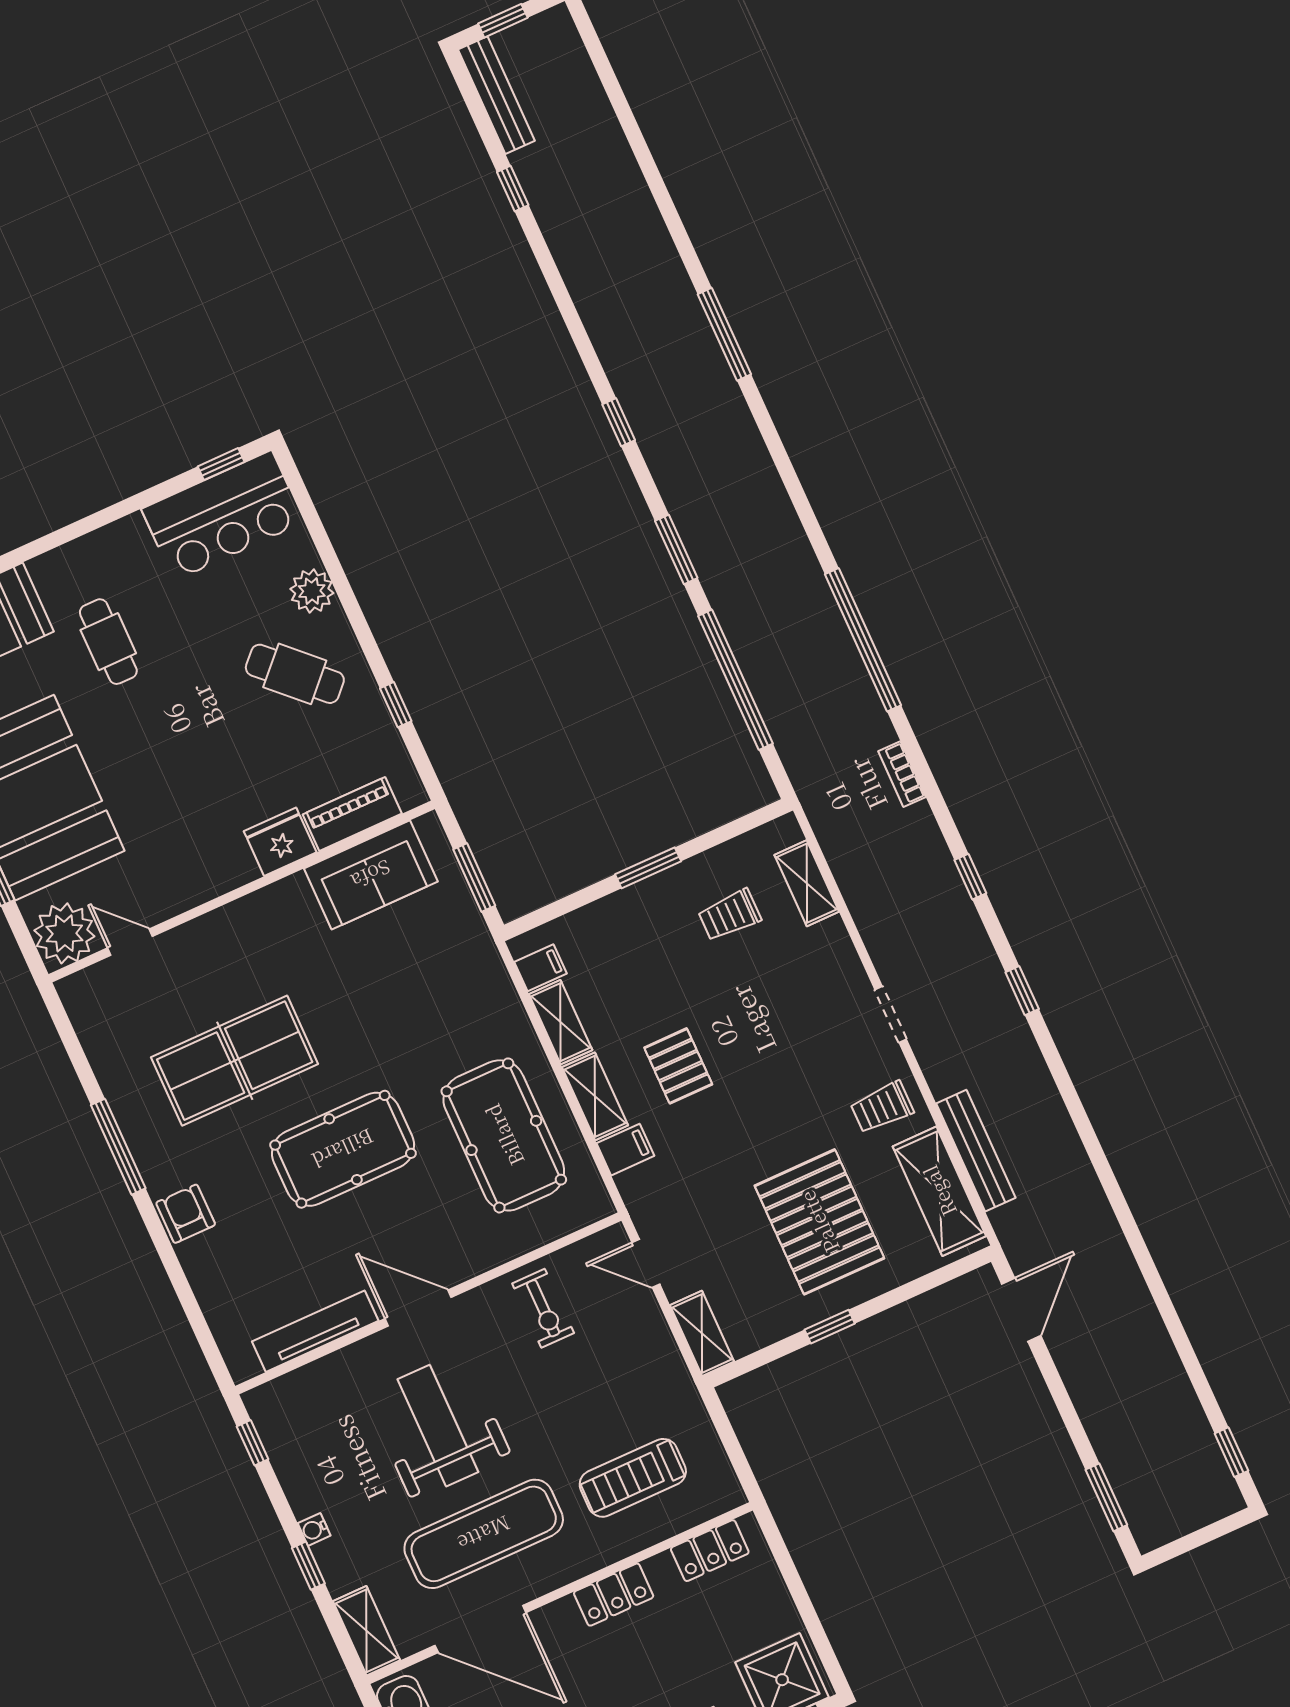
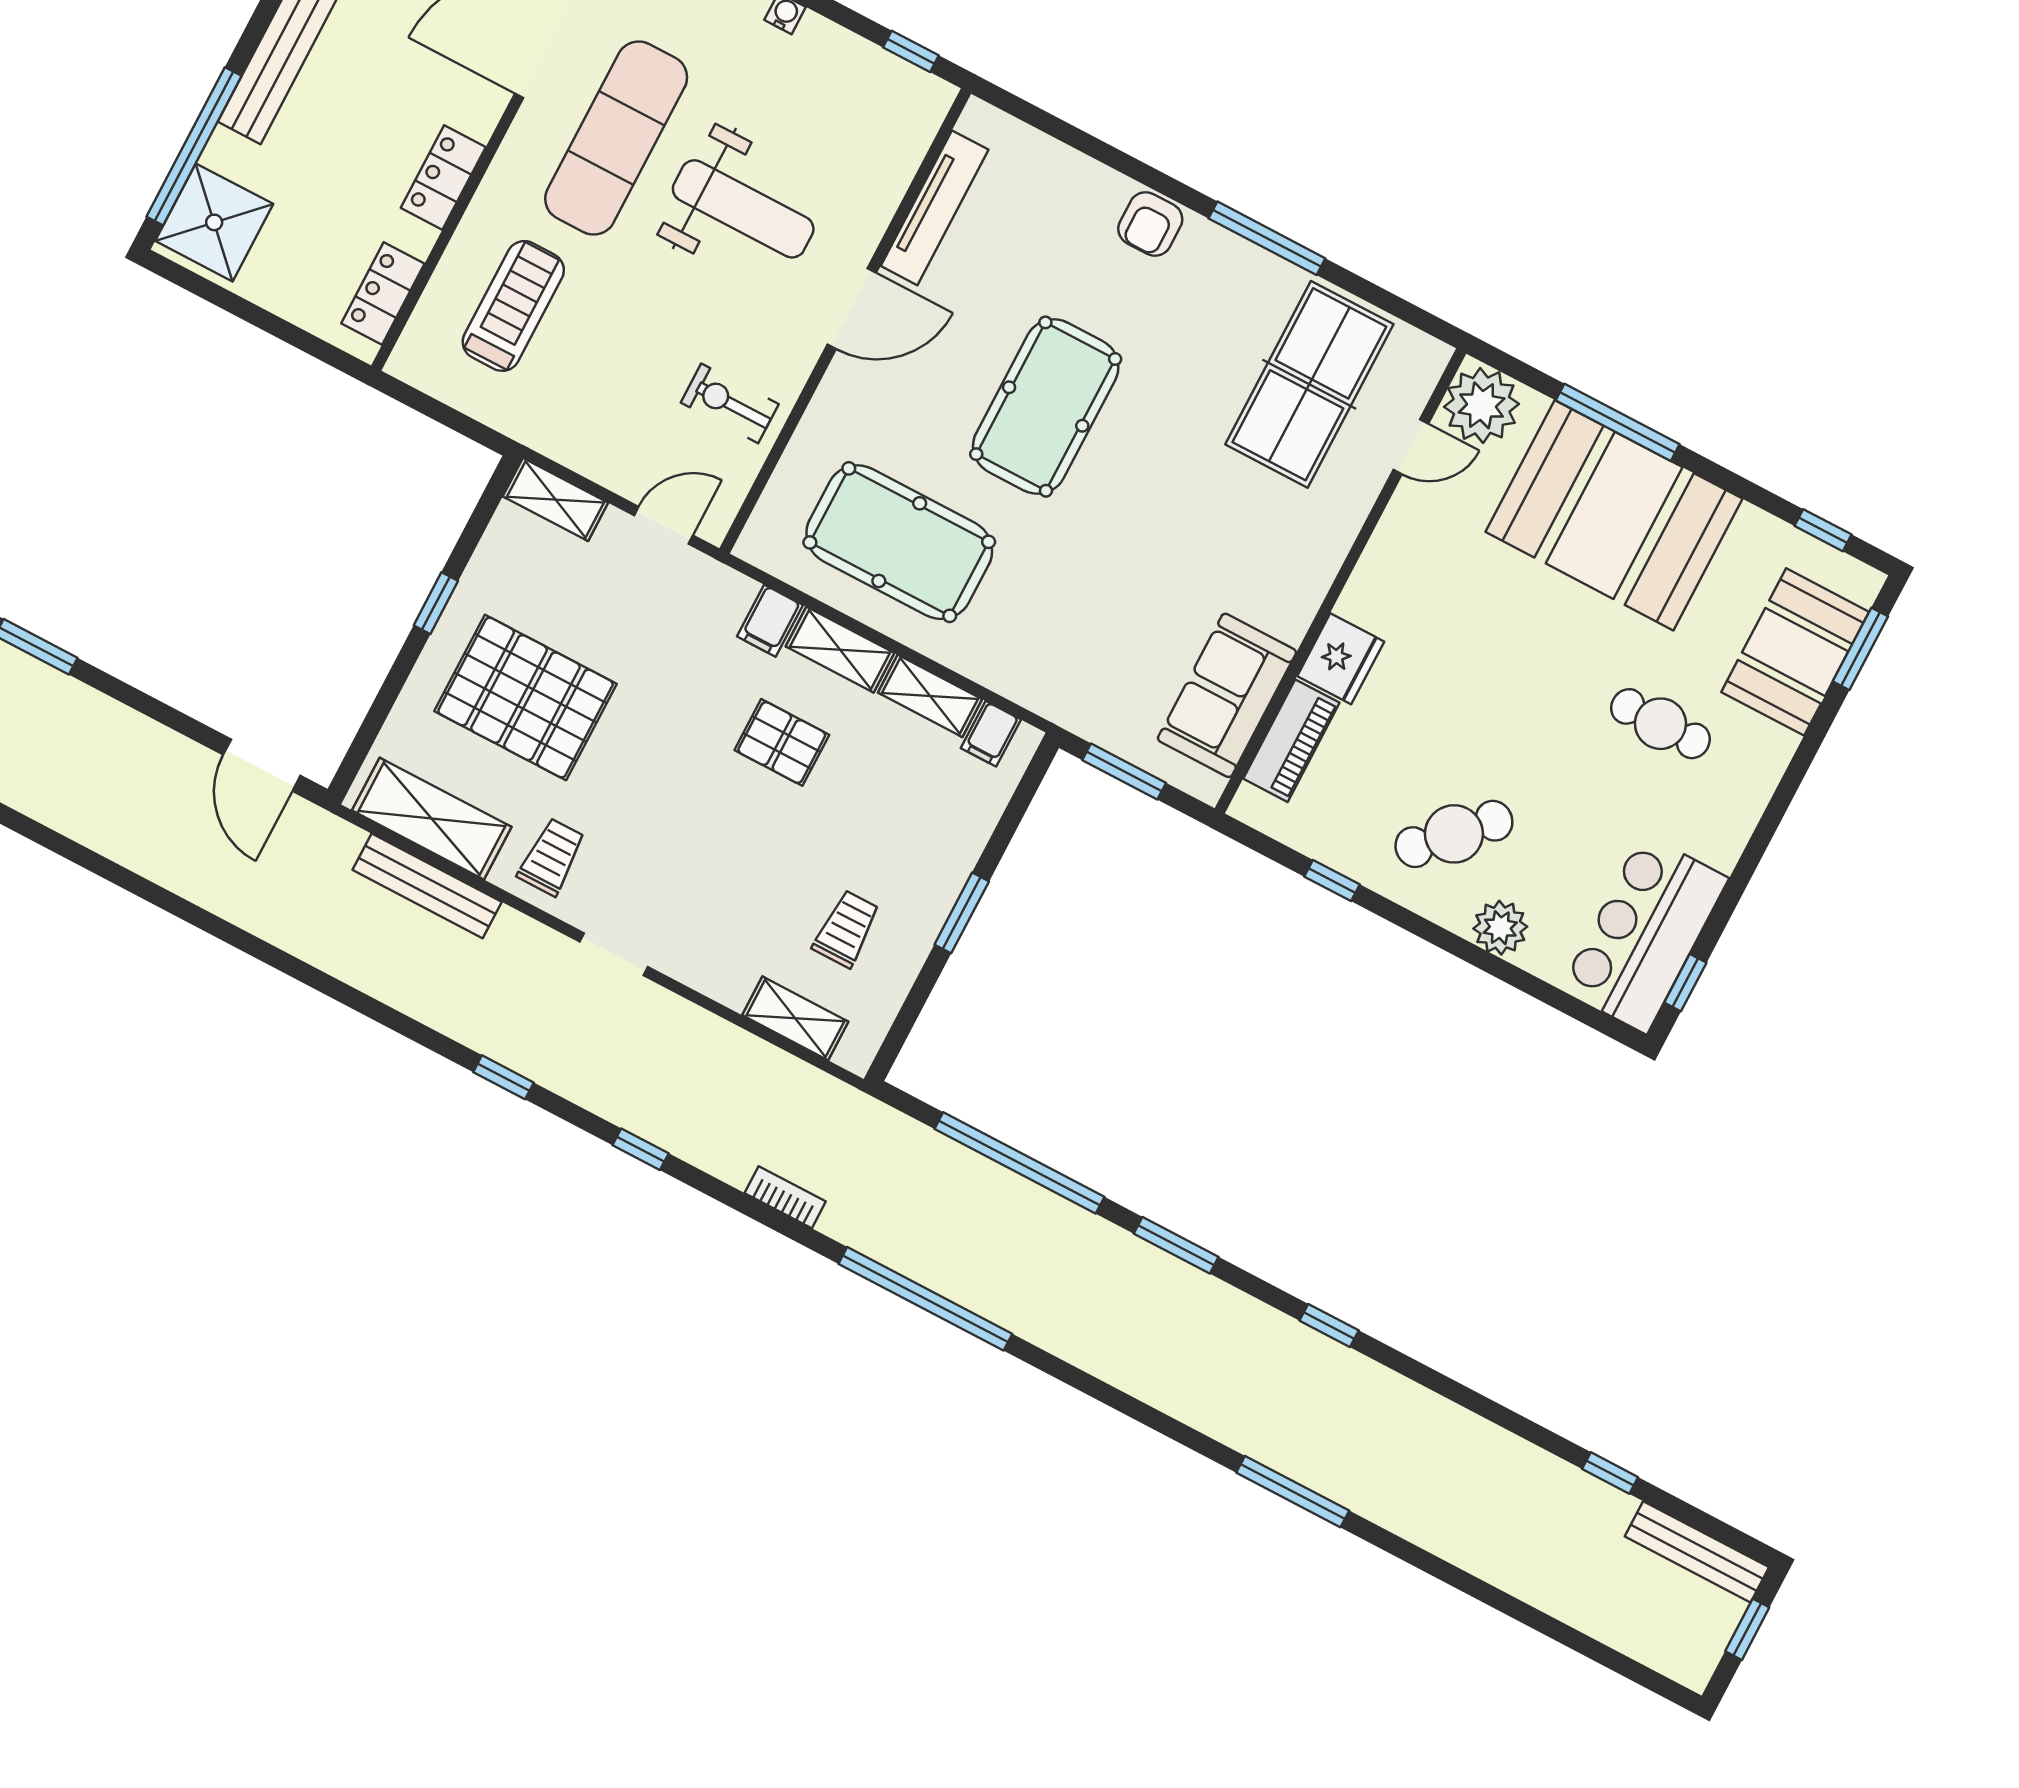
table tennis table: (235, 1061) -> (1309, 384), moved
armchair: (186, 1214) -> (1150, 224), turned 90

